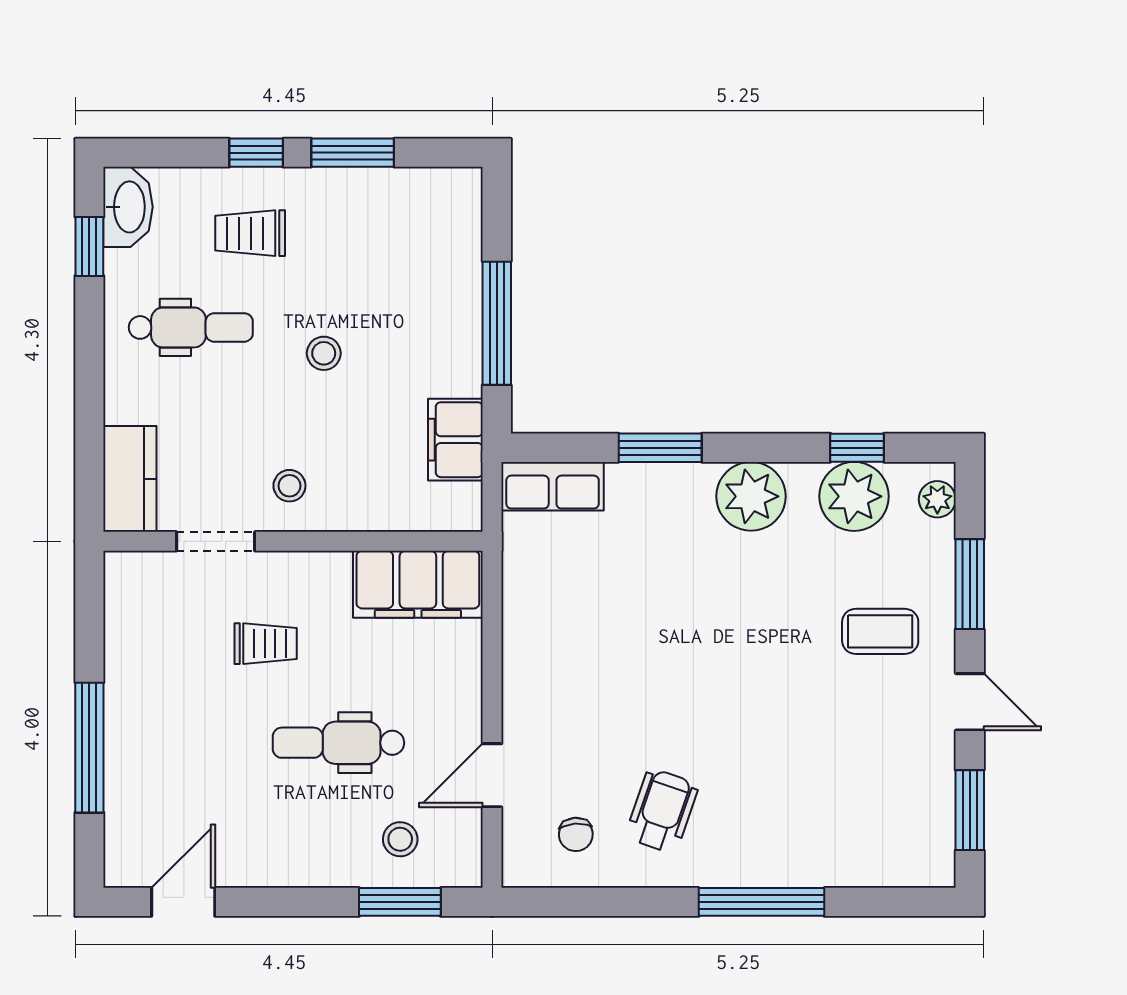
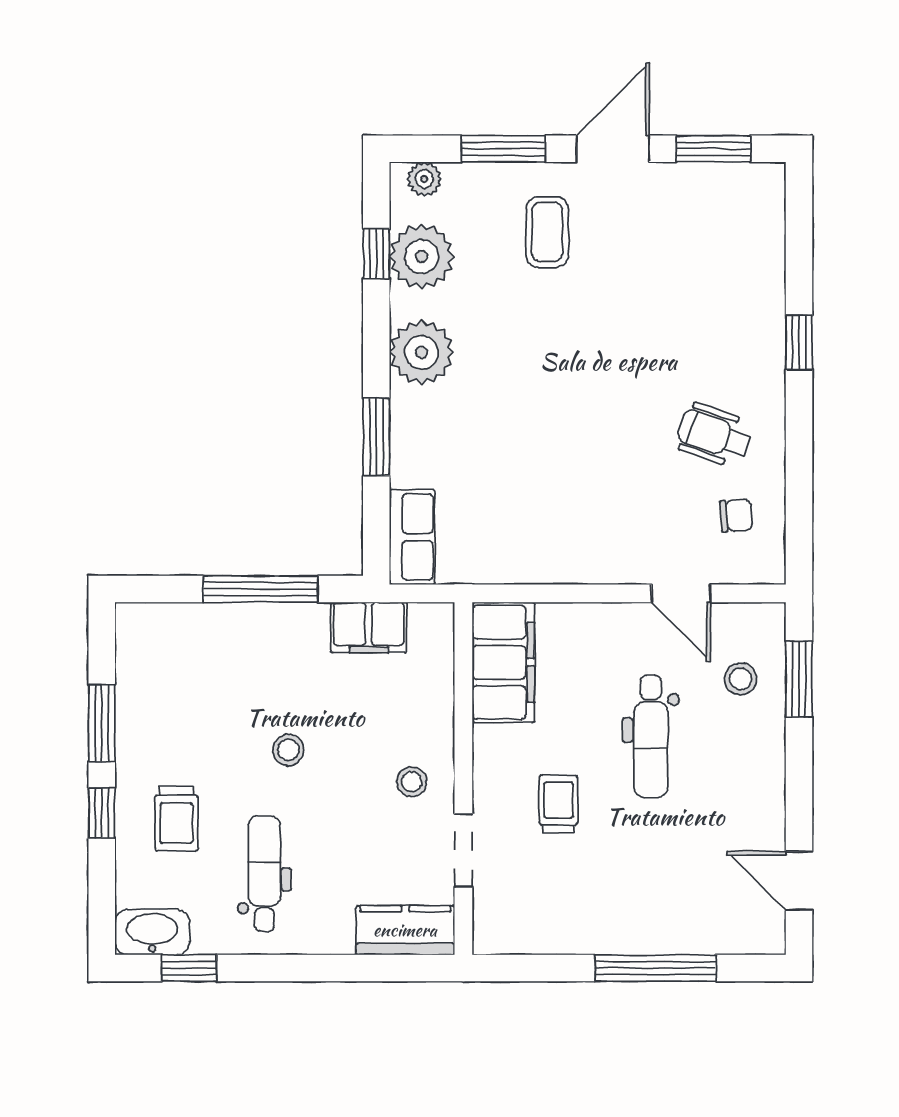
door: (970, 702) -> (613, 149), width x1.38
window: (761, 902) -> (799, 343), width x0.46

